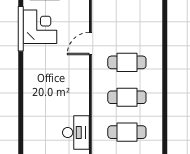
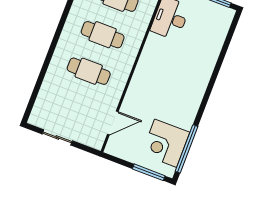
door: (90, 43) -> (113, 123), moved

